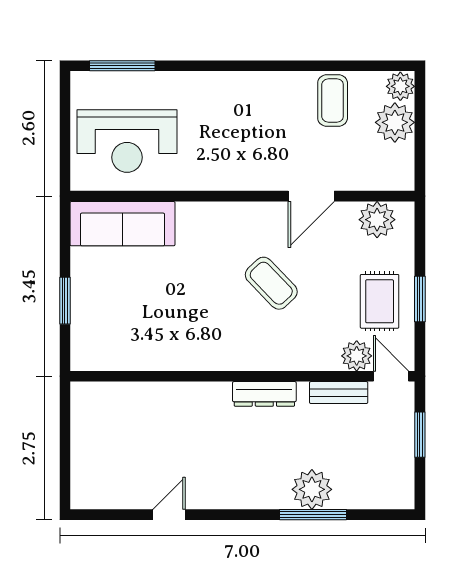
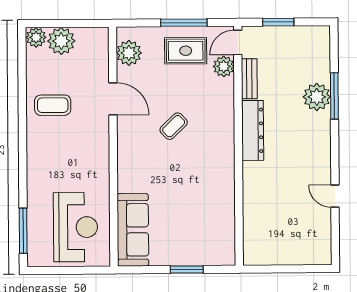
coffee table: (333, 101) -> (53, 105), moved
coffee table: (271, 283) -> (174, 126), width x0.73, depth x0.77
window: (420, 299) -> (184, 23), width x1.44
dresser: (264, 394) -> (253, 130), width x1.37, depth x1.24

